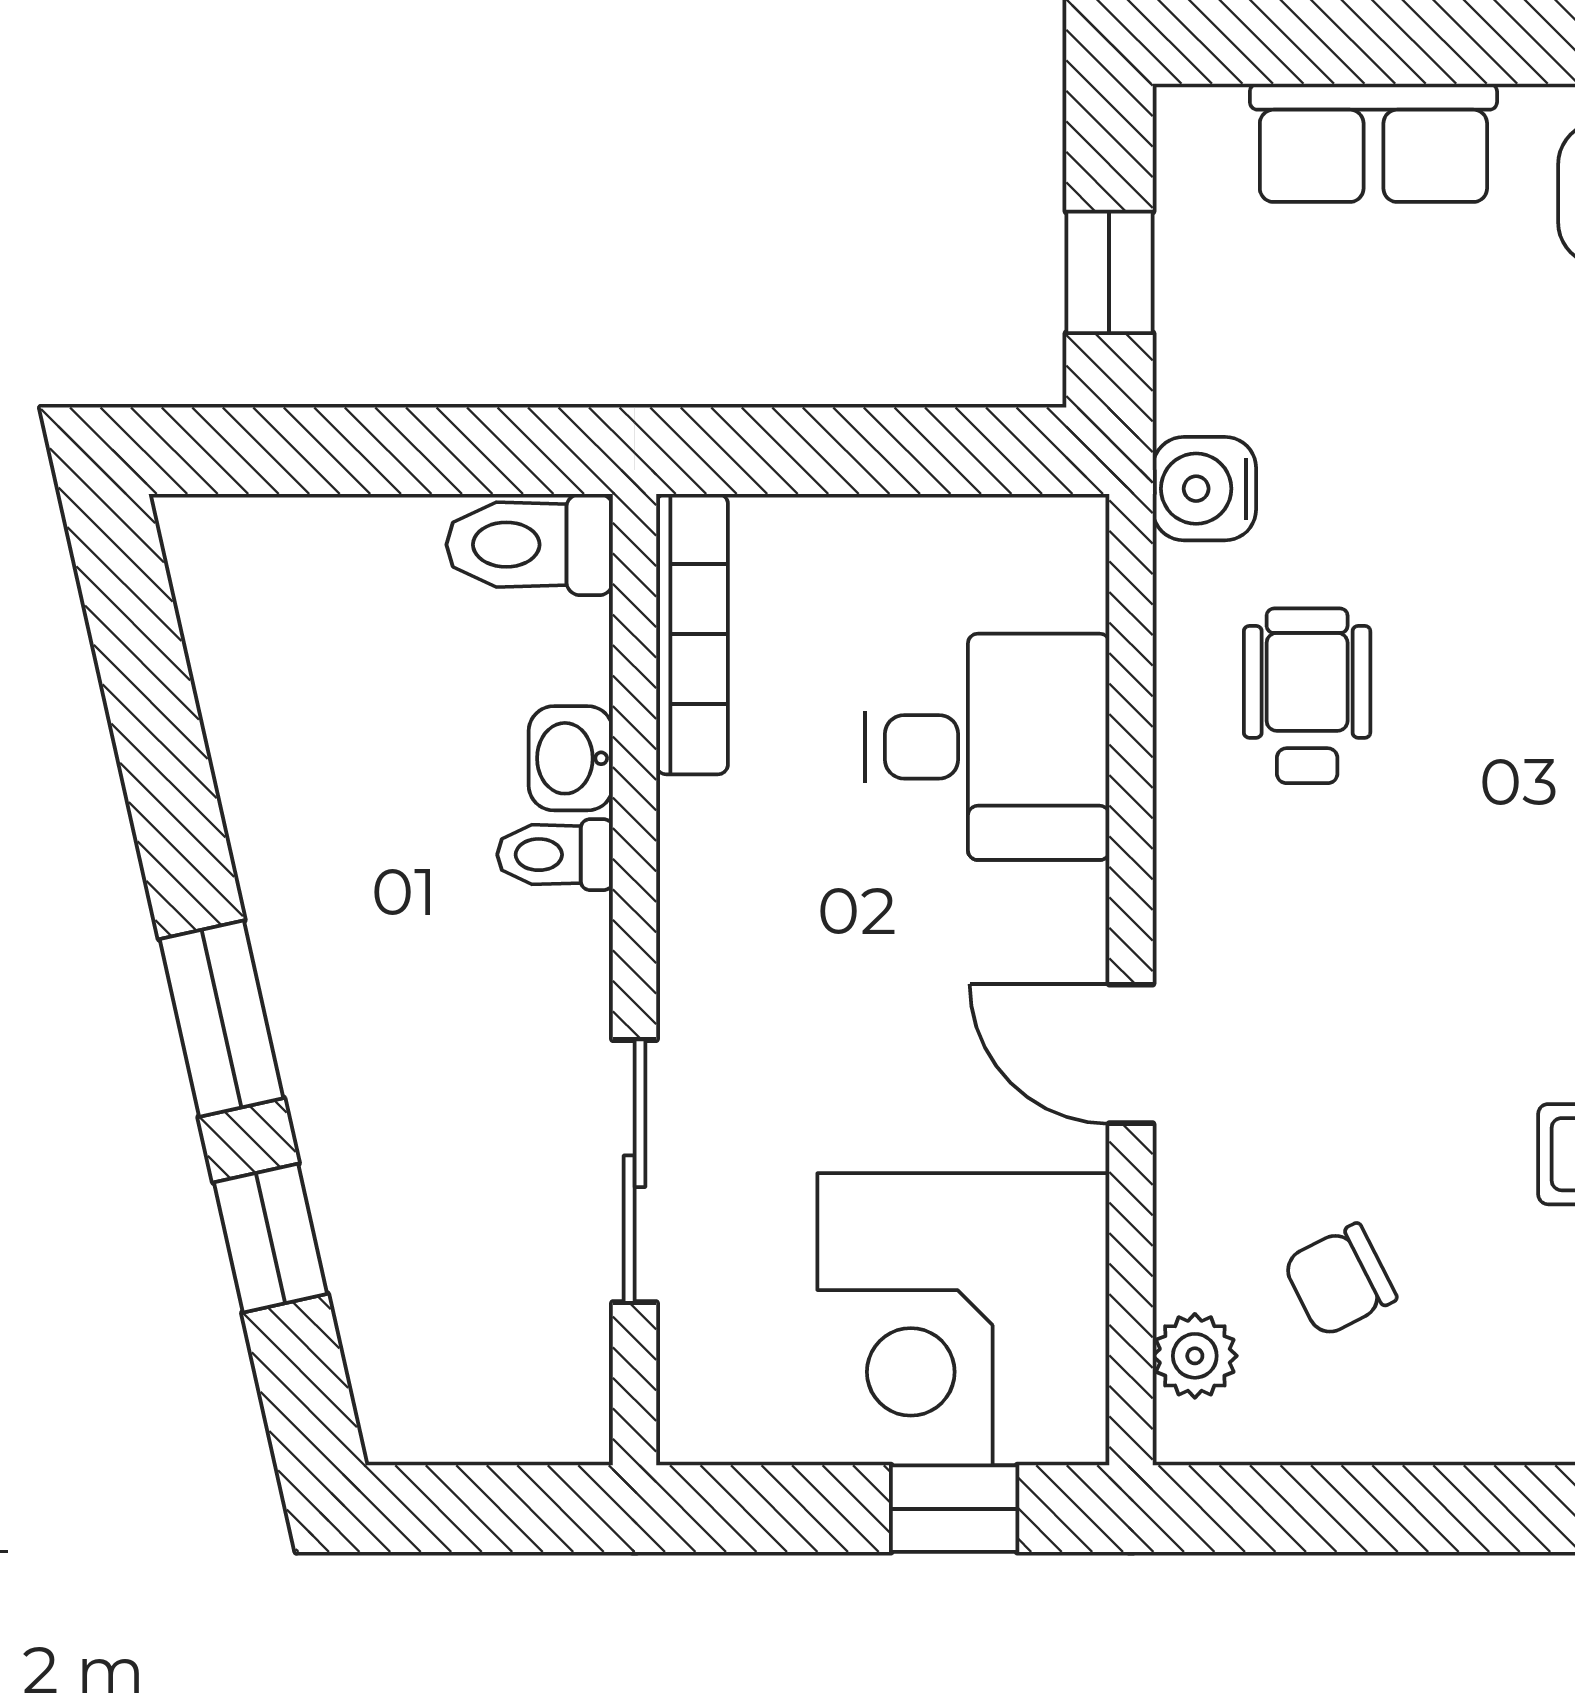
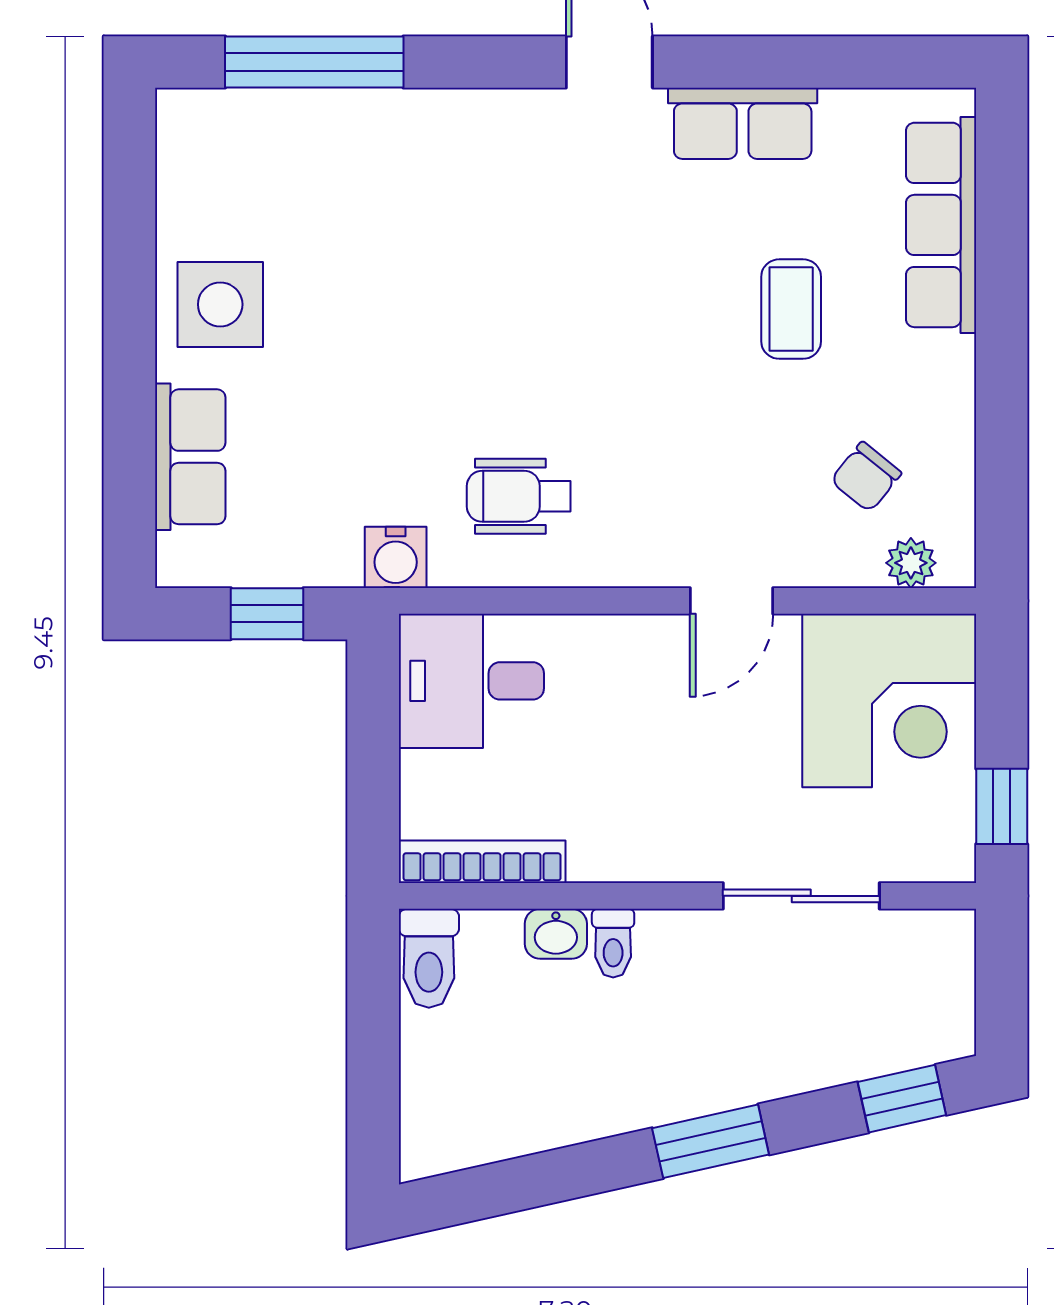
desk: (987, 747) -> (471, 681), moved, turned -90
window: (271, 1238) -> (902, 1099), moved
chair: (1340, 1280) -> (866, 477), turned 66
window: (954, 1509) -> (1002, 806), moved

